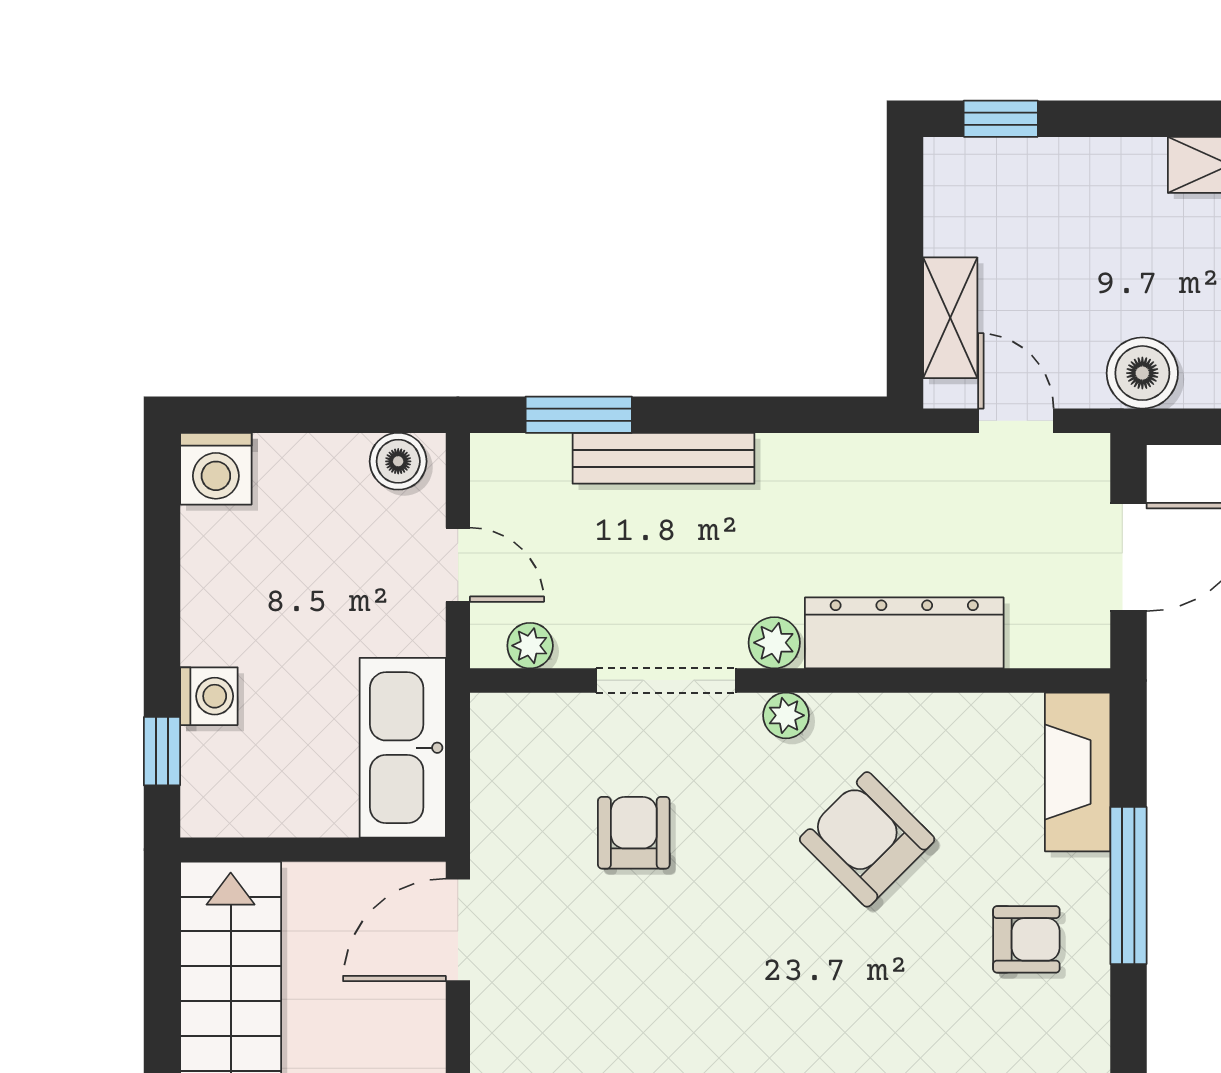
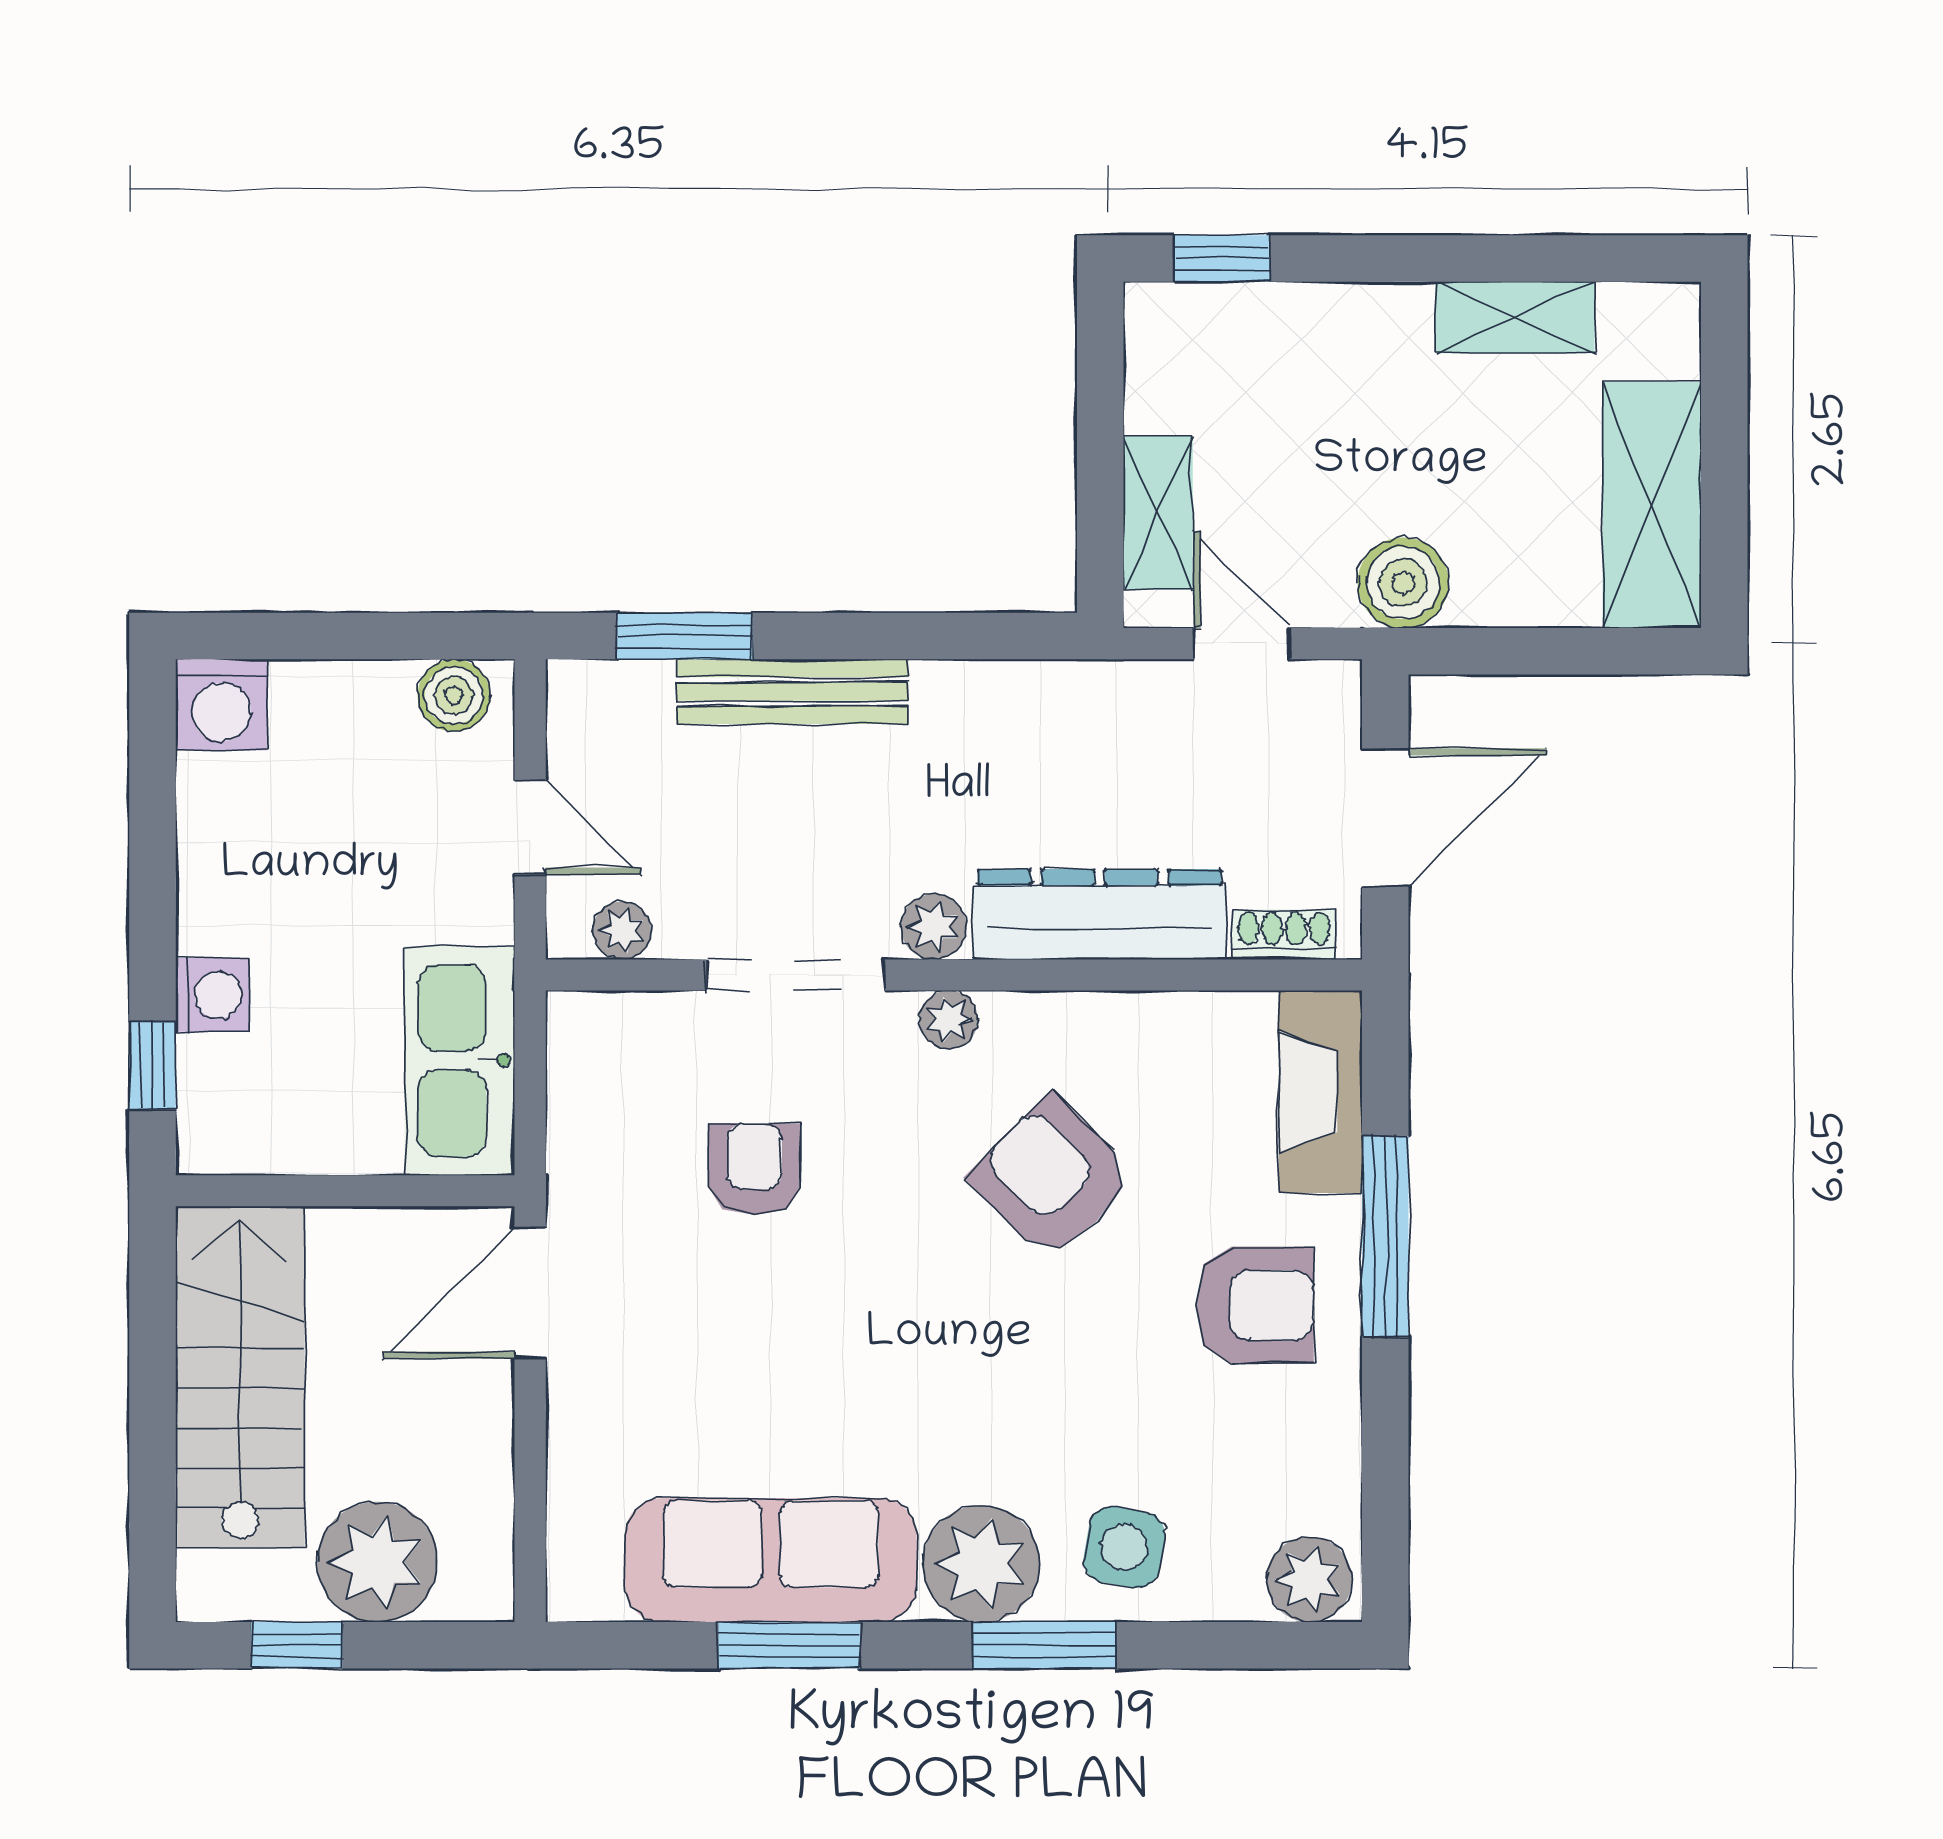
shoe rack: (1049, 649) -> (1284, 934), added
armchair: (1026, 939) -> (1255, 1305), width x1.38, depth x1.38

